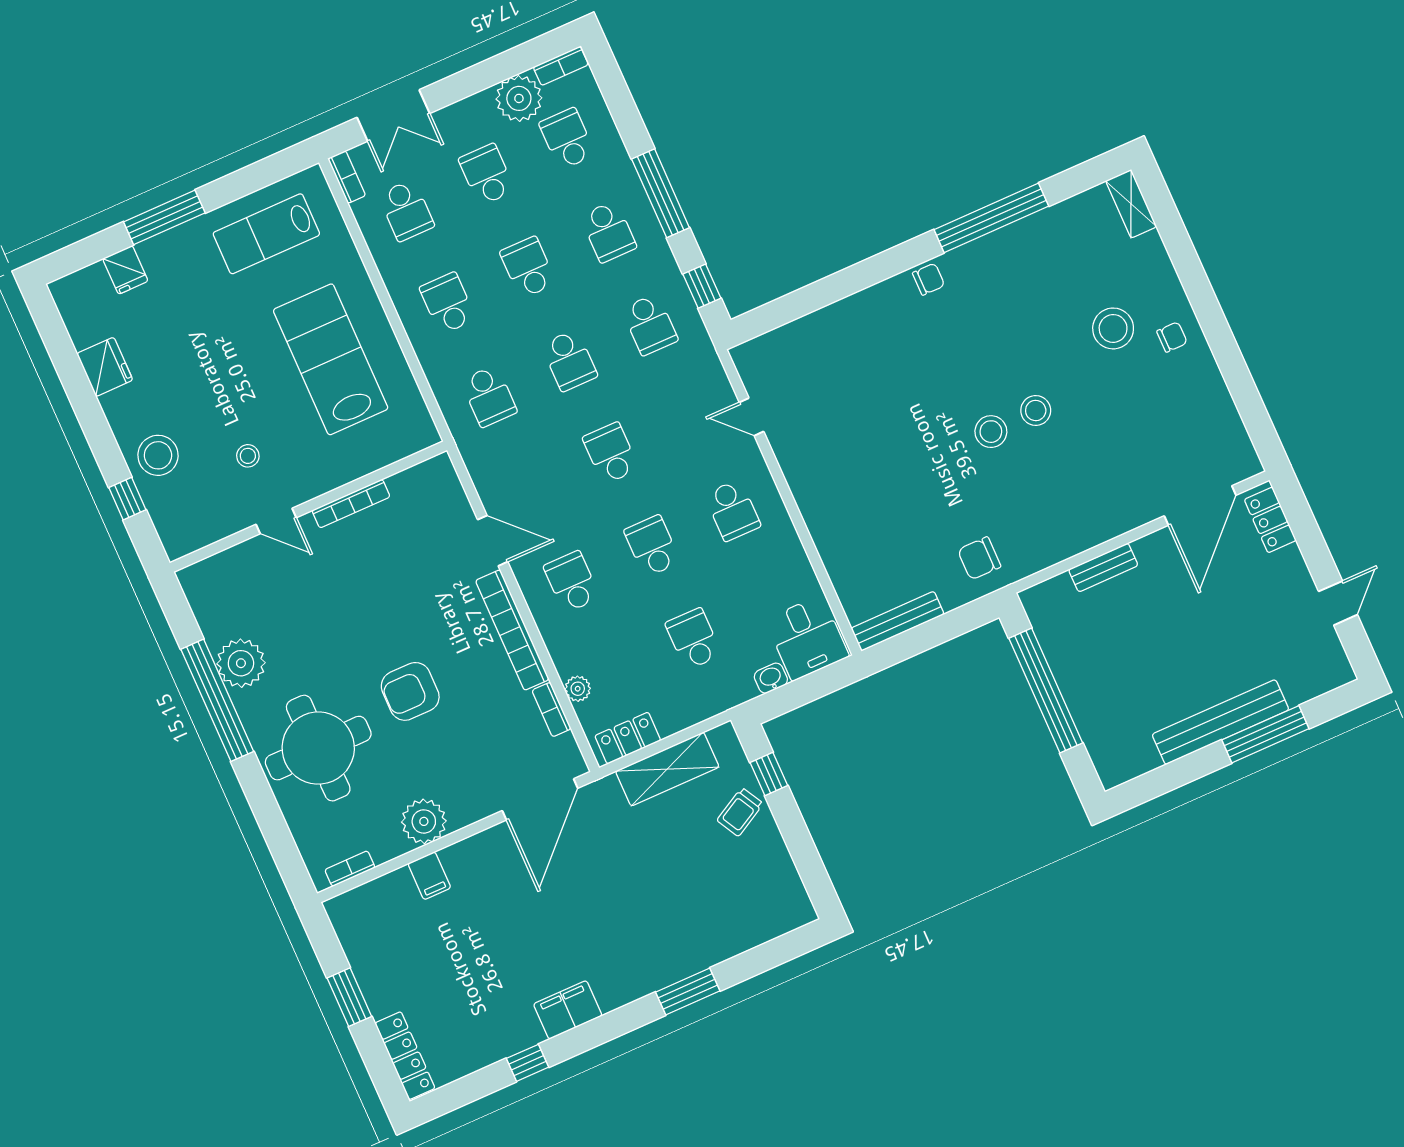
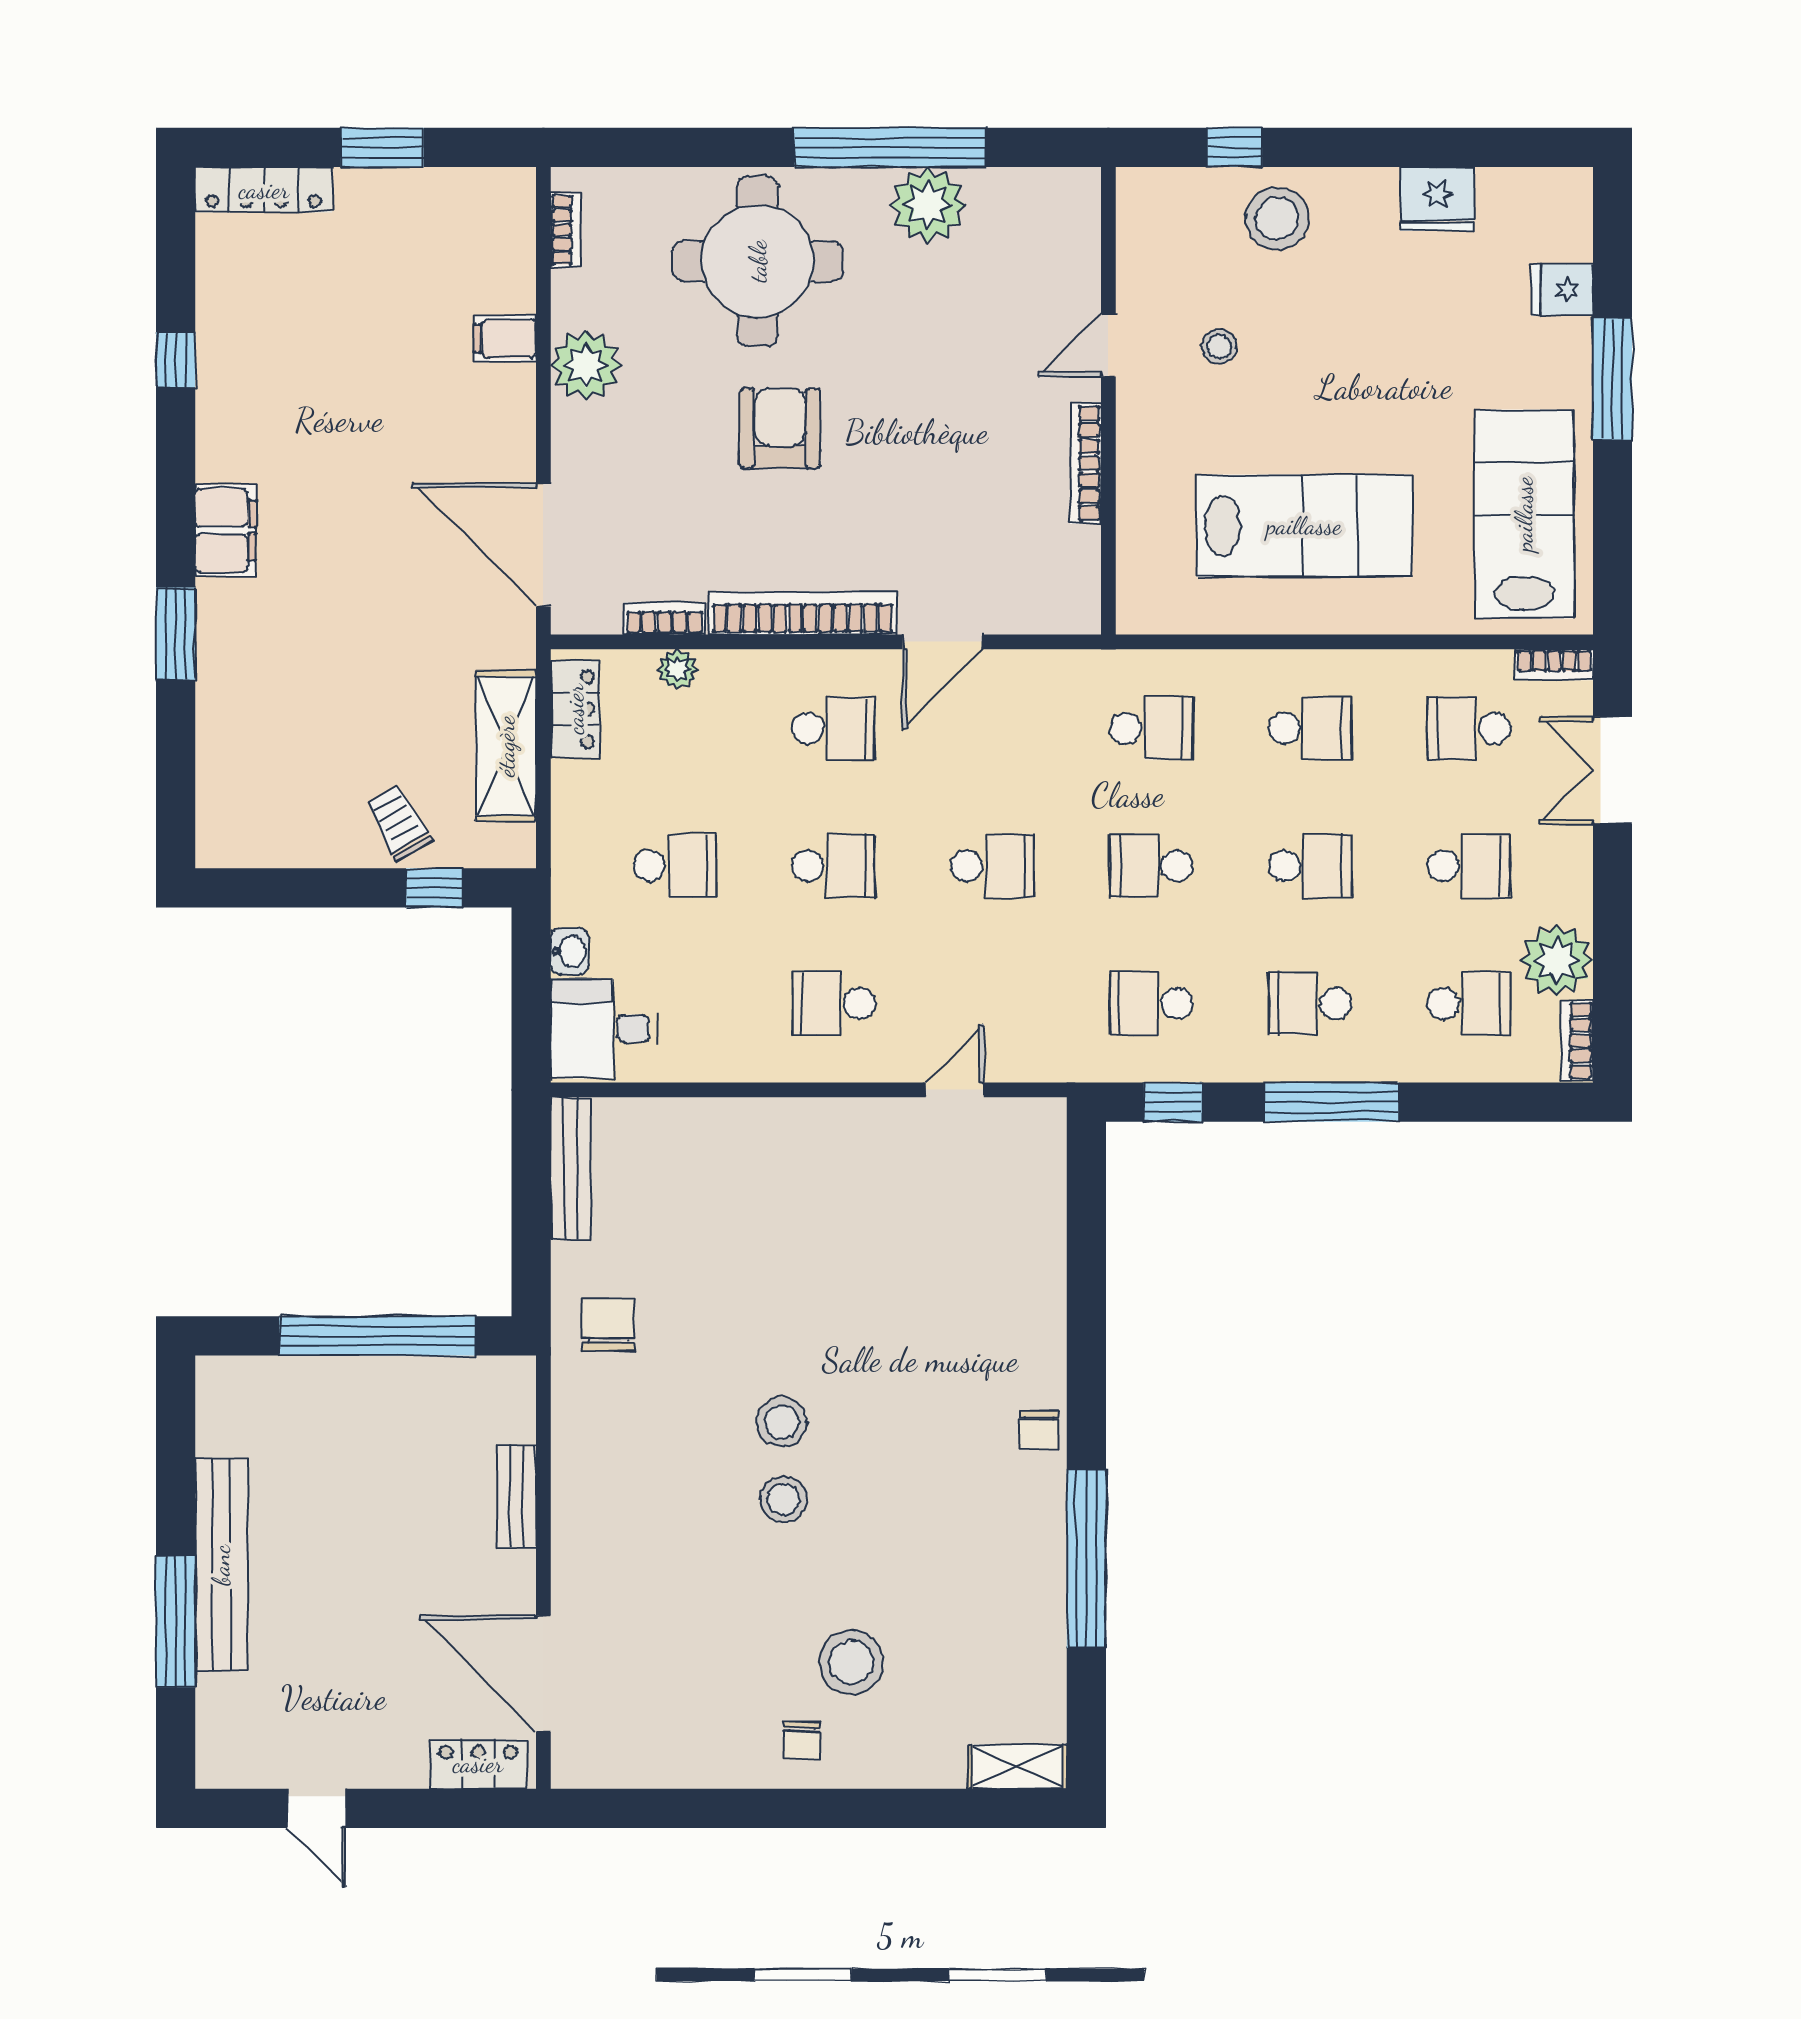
lab bench: (266, 234) -> (1524, 514), width x1.36, depth x1.39
school desk: (489, 396) -> (1151, 728), turned 180
filing cabinet: (568, 1010) -> (226, 530), moved

